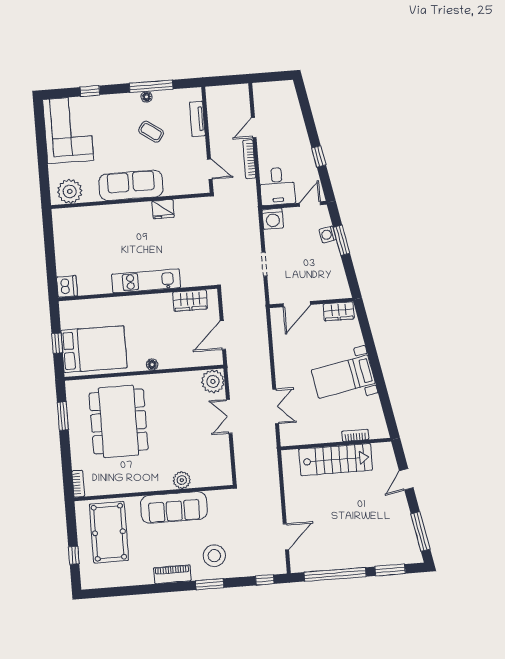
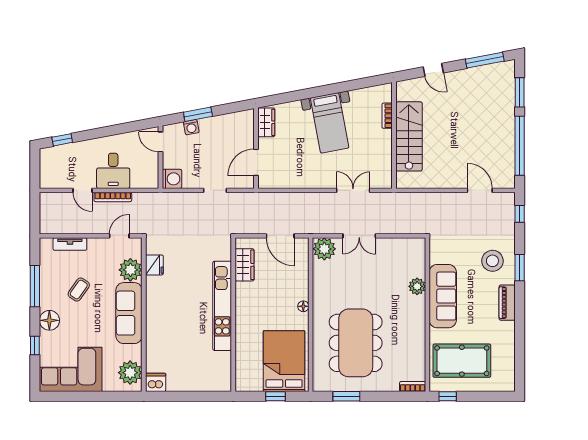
floor lamp: (146, 97) -> (49, 320), moved, width x1.89, depth x1.89
window: (319, 156) -> (62, 140), moved
plant: (176, 183) -> (130, 270), added
desk: (277, 186) -> (113, 171), moved, turned 90
fridge: (163, 209) -> (154, 265), moved
kitchen unit: (146, 281) -> (222, 306), width x1.36
dishwasher: (67, 286) -> (156, 382), moved
door: (297, 304) -> (256, 162), swing flipped
dining table: (119, 421) -> (356, 343), turned 90
window: (74, 555) -> (448, 396), moved

